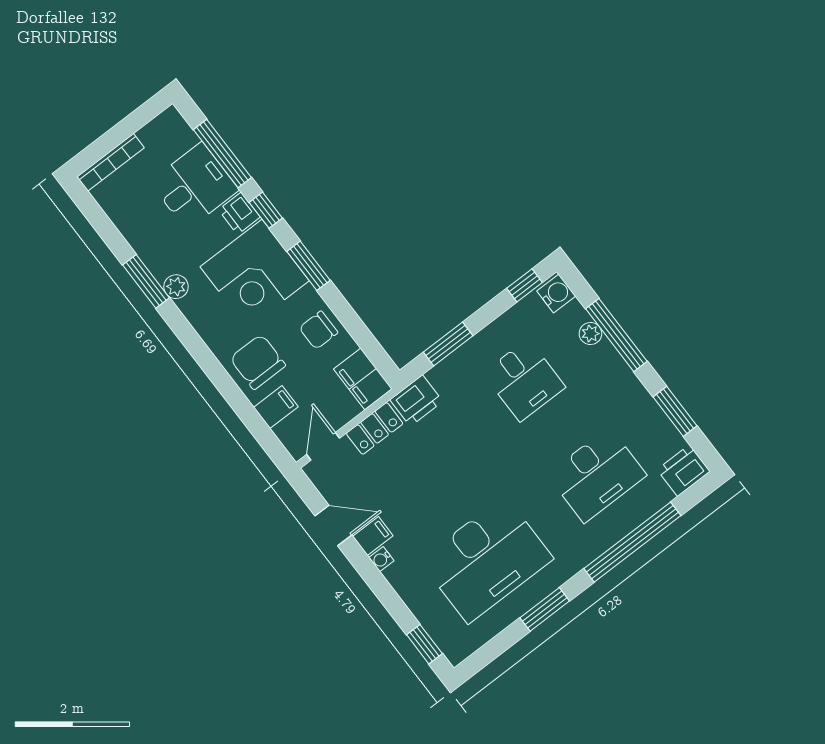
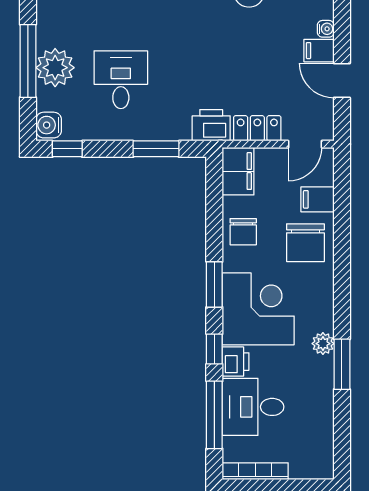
bookcase: (111, 162) -> (255, 471), moved
chair: (318, 330) -> (243, 232), turned 90
plant: (590, 334) -> (55, 68), width x1.87, depth x1.87

